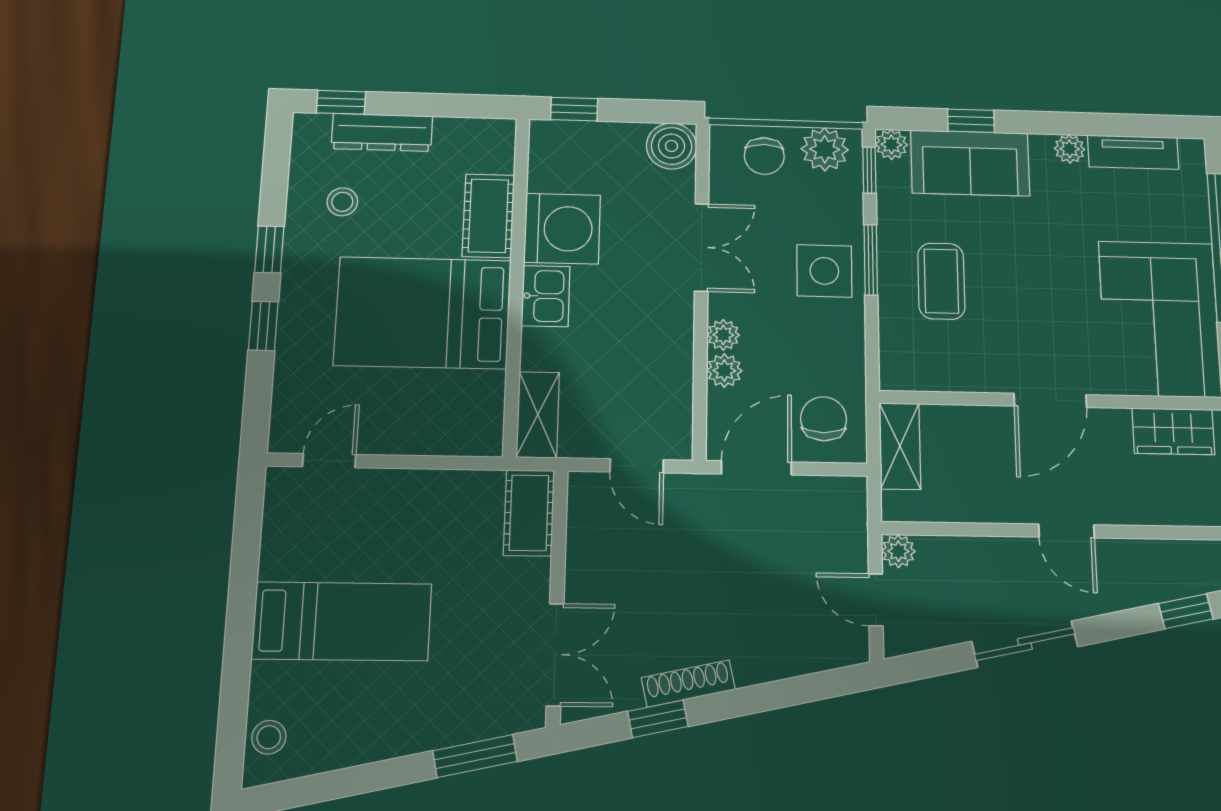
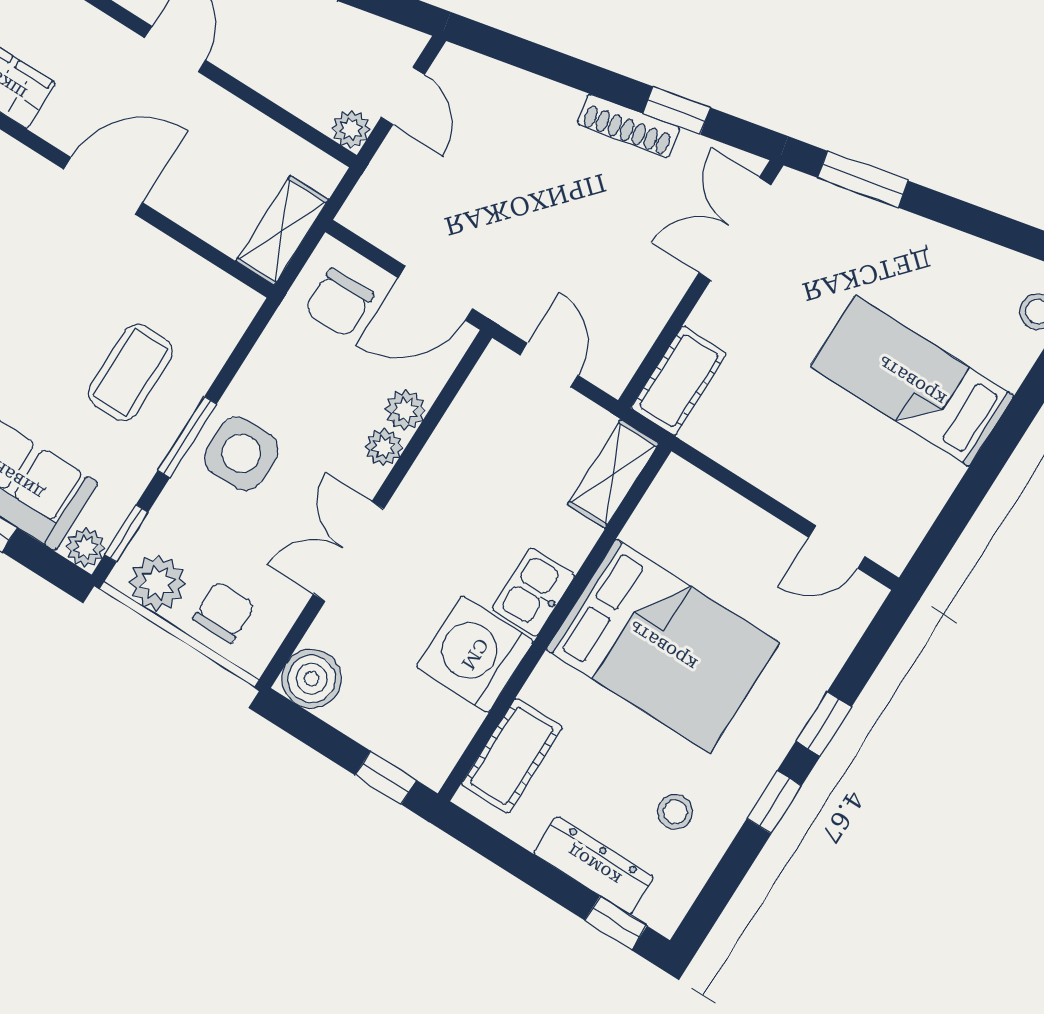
cot: (488, 216) -> (512, 756), moved

